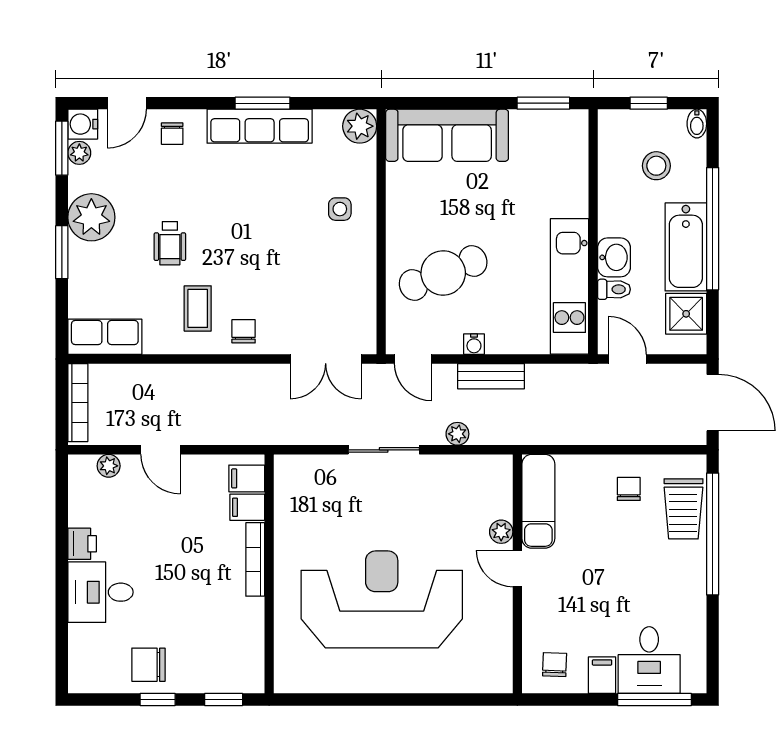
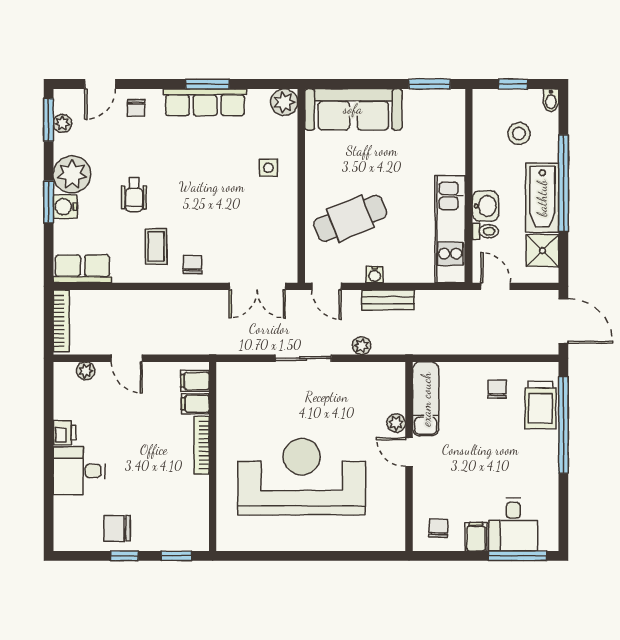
water cooler: (83, 124) -> (65, 207), moved

